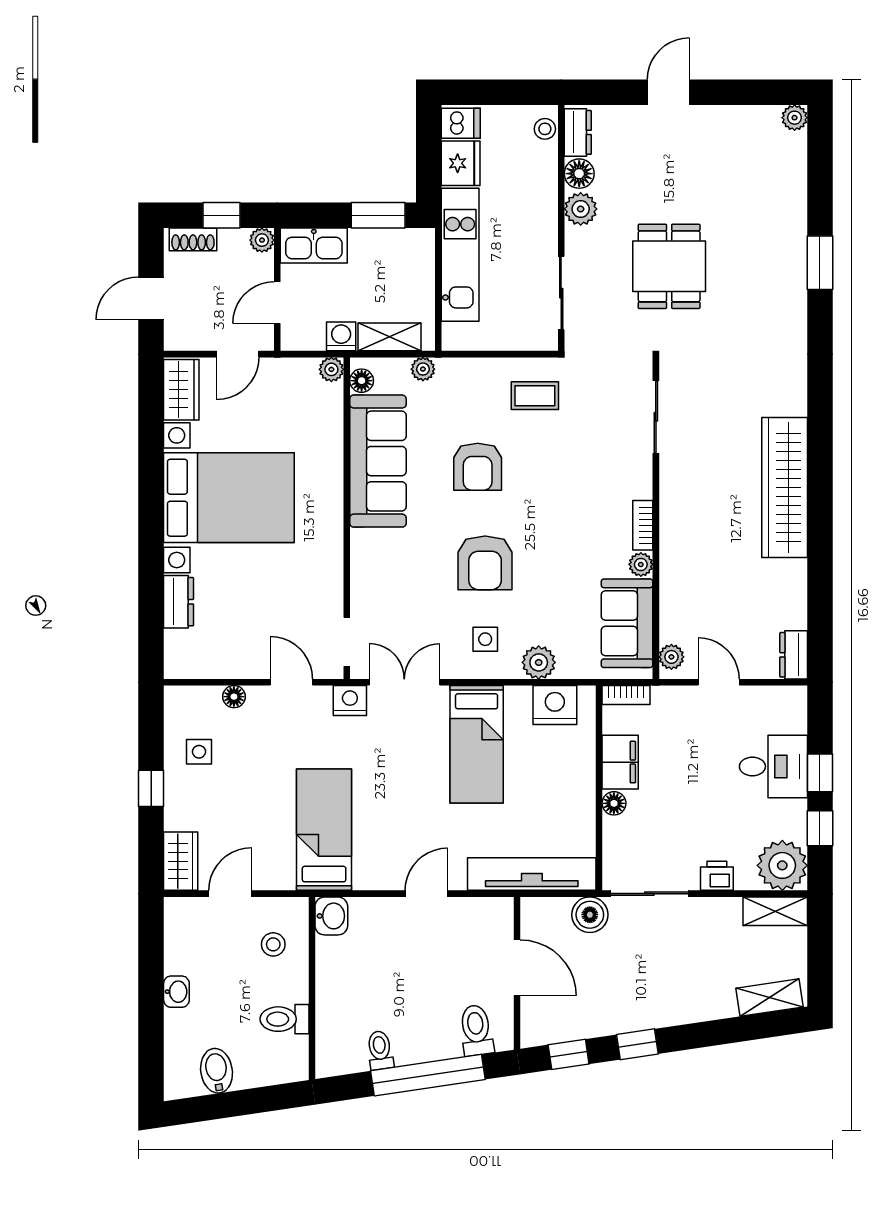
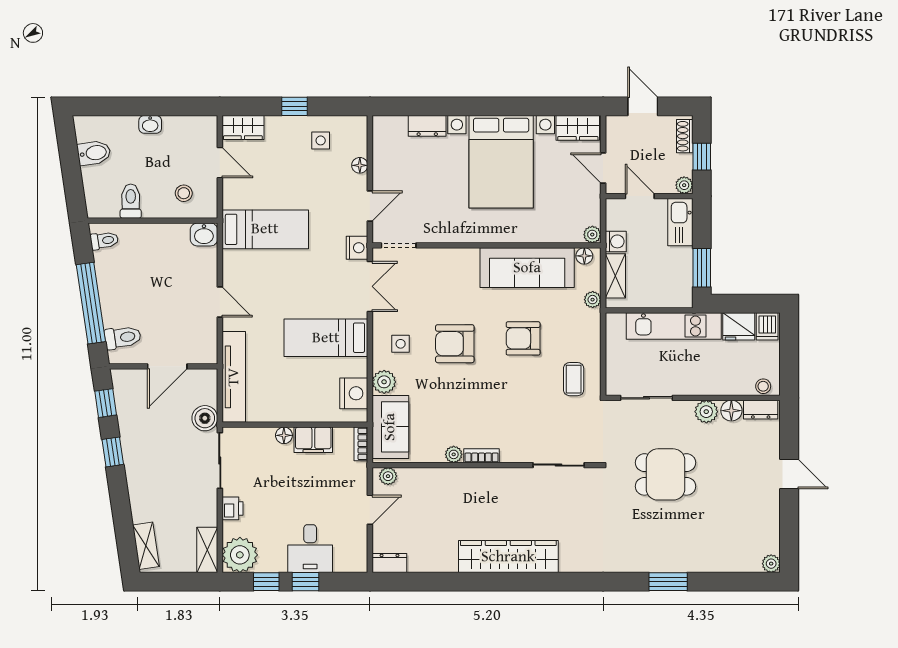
sofa: (627, 623) -> (390, 427), moved, turned 90
toilet: (380, 1050) -> (104, 241), moved

